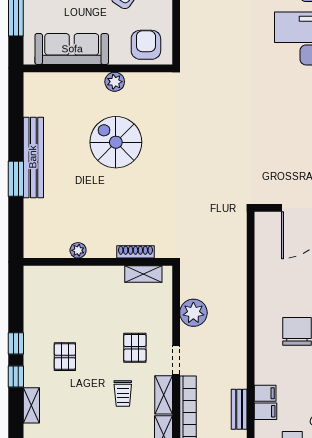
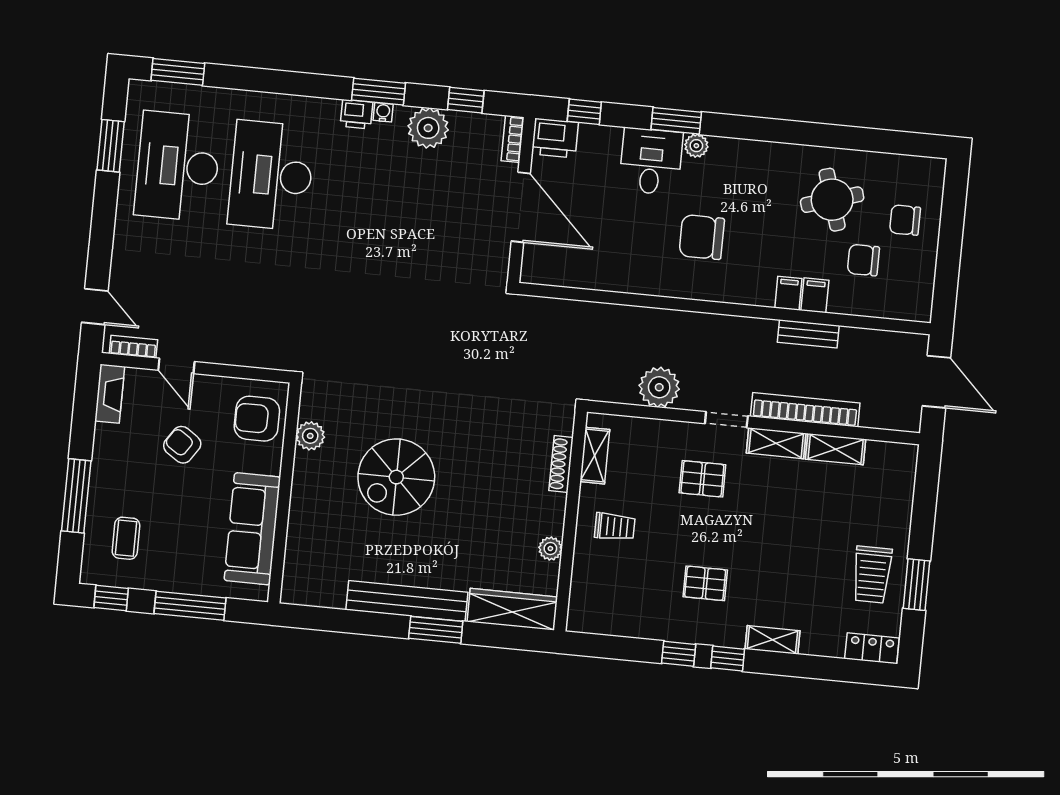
plant: (115, 82) -> (310, 436), moved
wardrobe: (35, 229) -> (512, 609), added
trolley: (123, 394) -> (615, 527), moved

